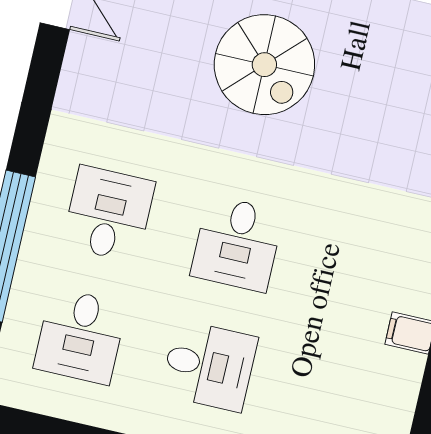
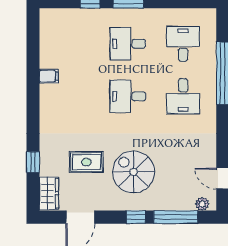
rug: (369, 113) -> (86, 162), added
desk: (237, 244) -> (128, 96), turned -90

